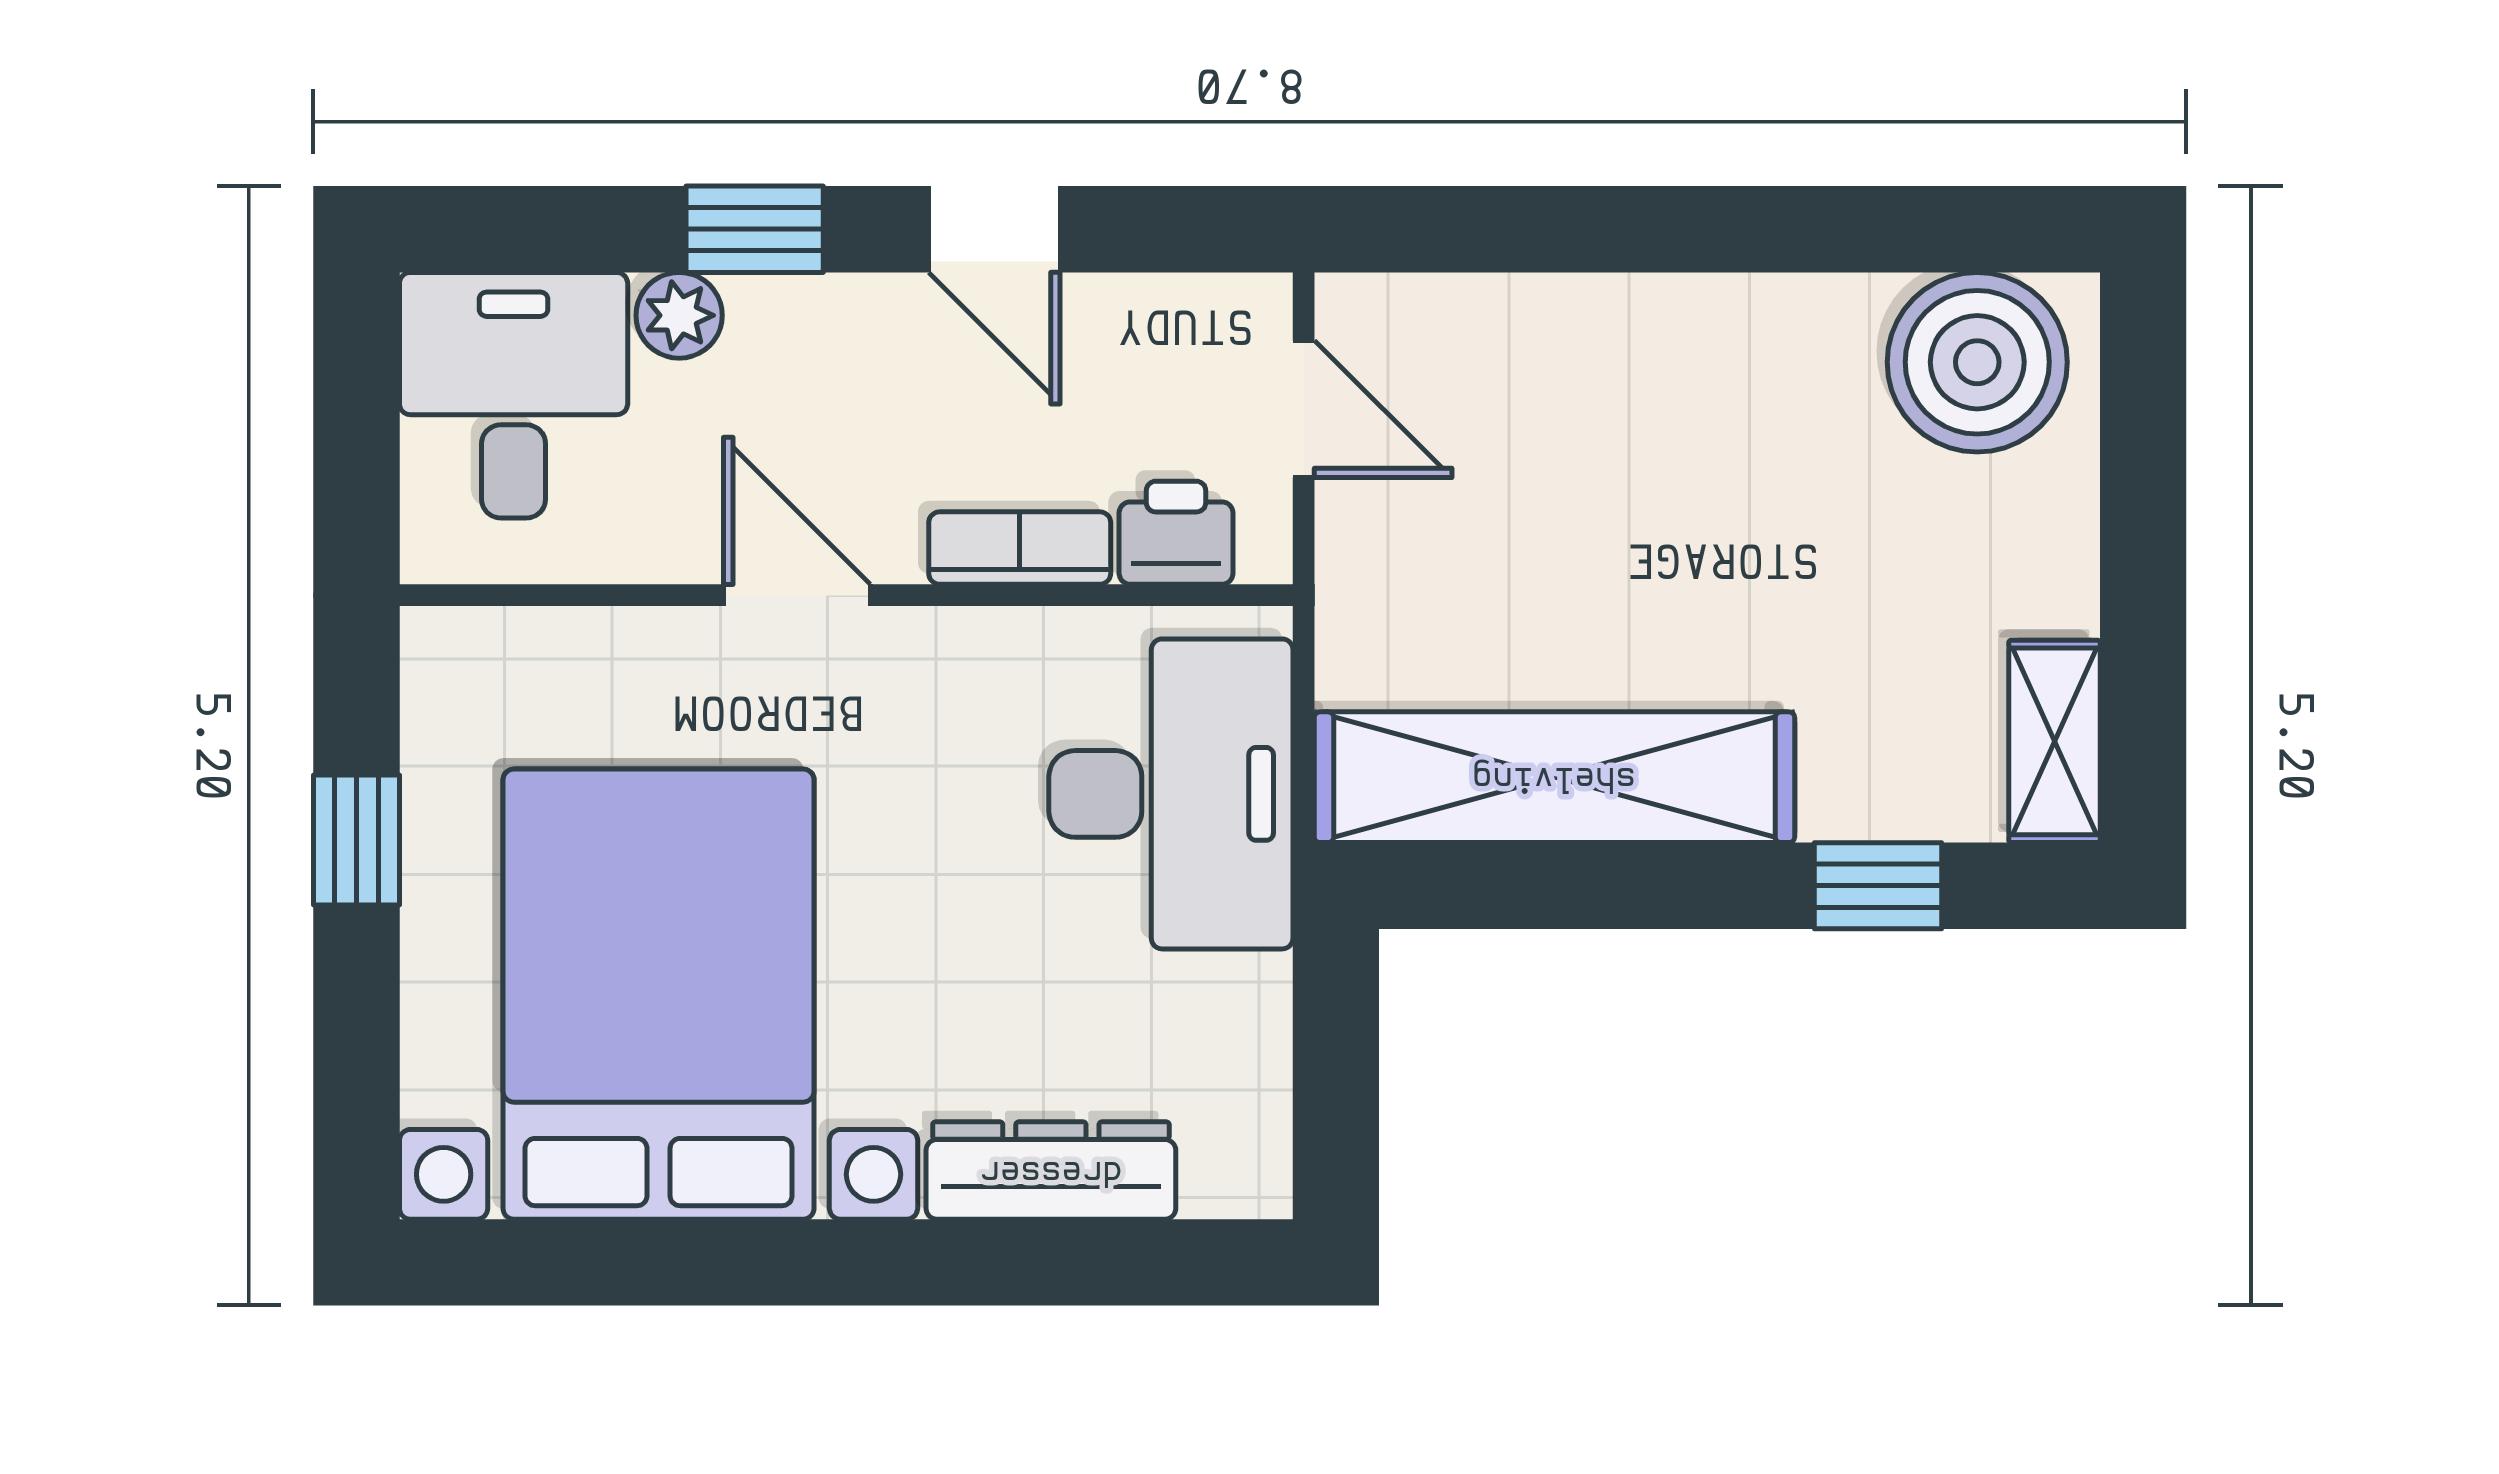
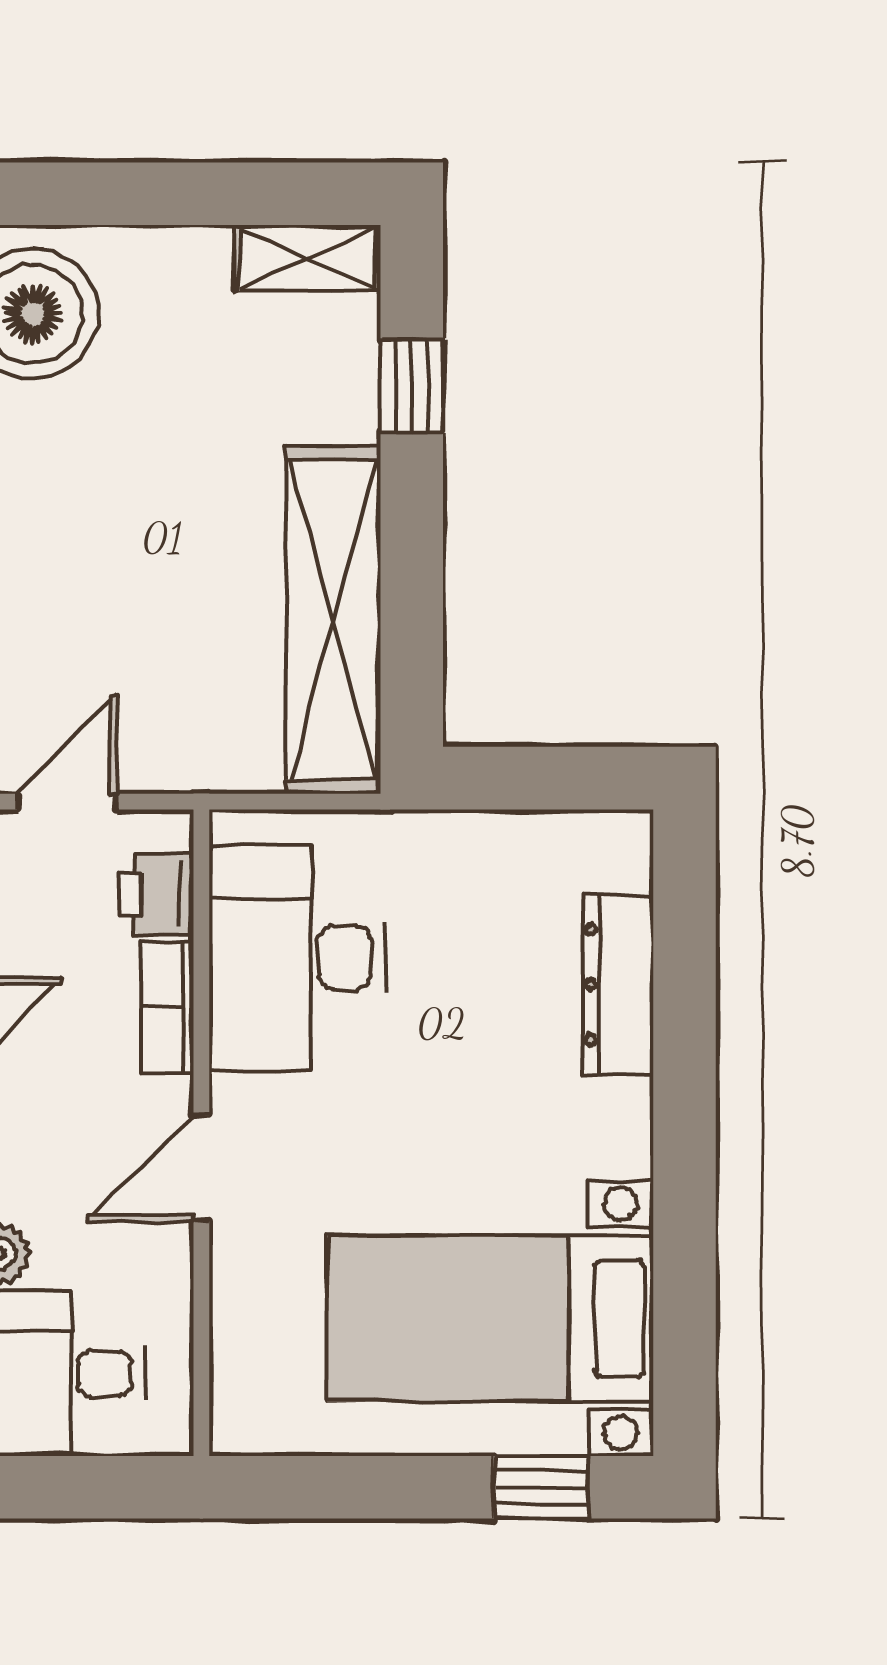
desk: (1171, 794) -> (297, 958), moved, turned -90
window: (356, 840) -> (541, 1487), moved
bed with nightstands: (659, 994) -> (490, 1318), width x0.73

